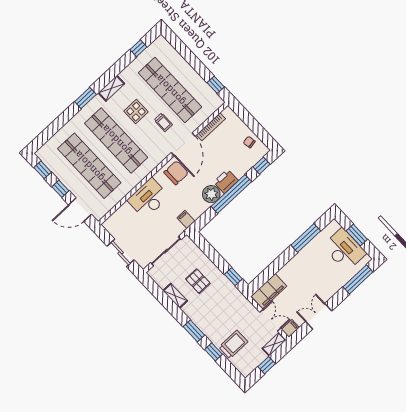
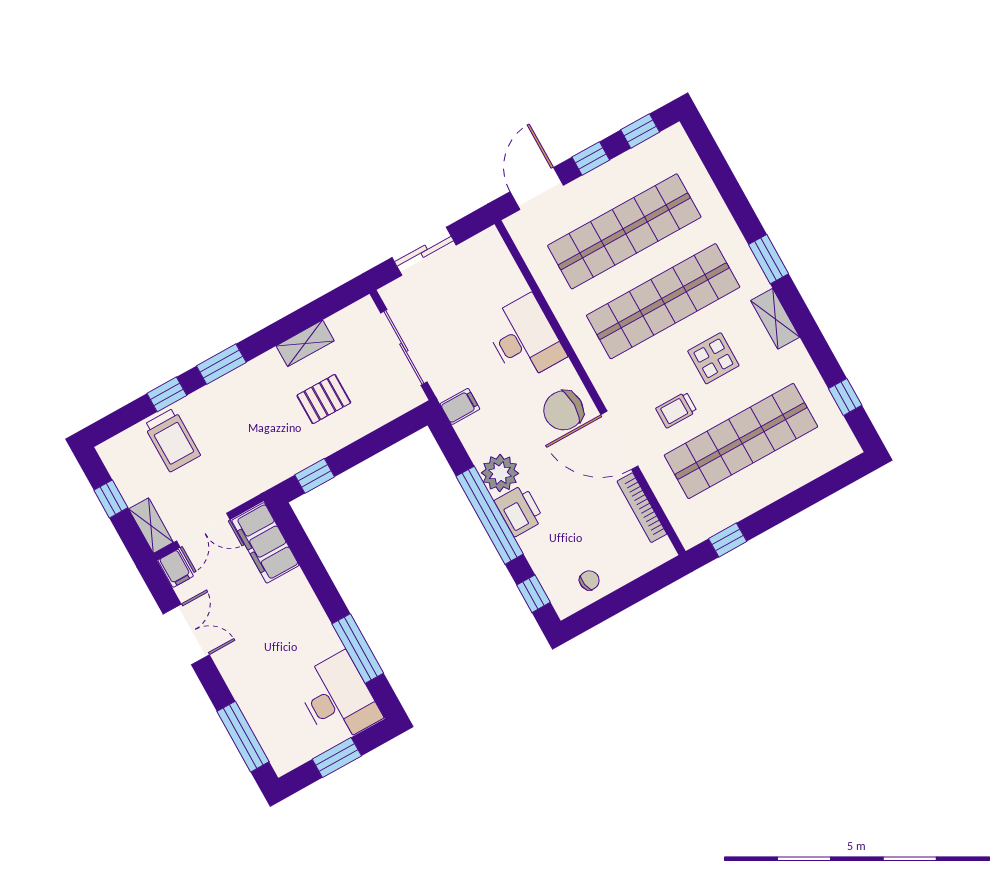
chair: (176, 173) -> (563, 410), turned 90
desk: (344, 250) -> (338, 698), moved, turned -90

